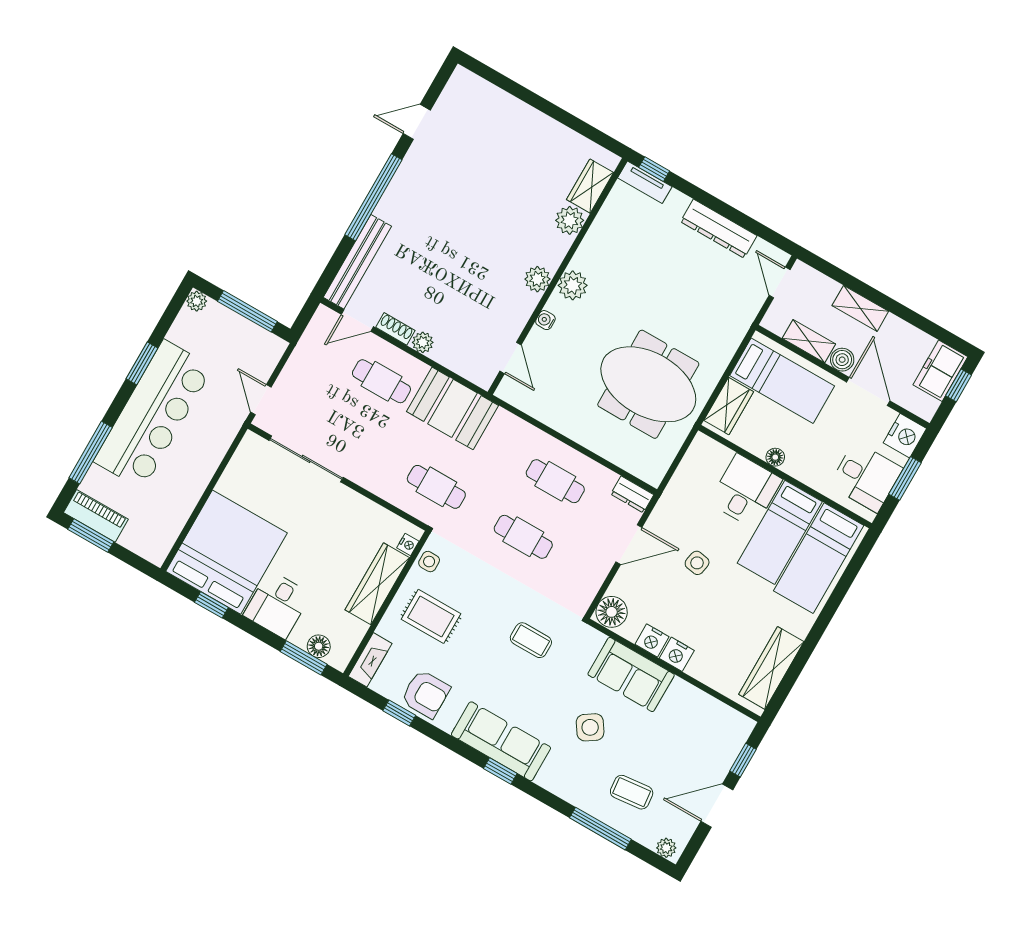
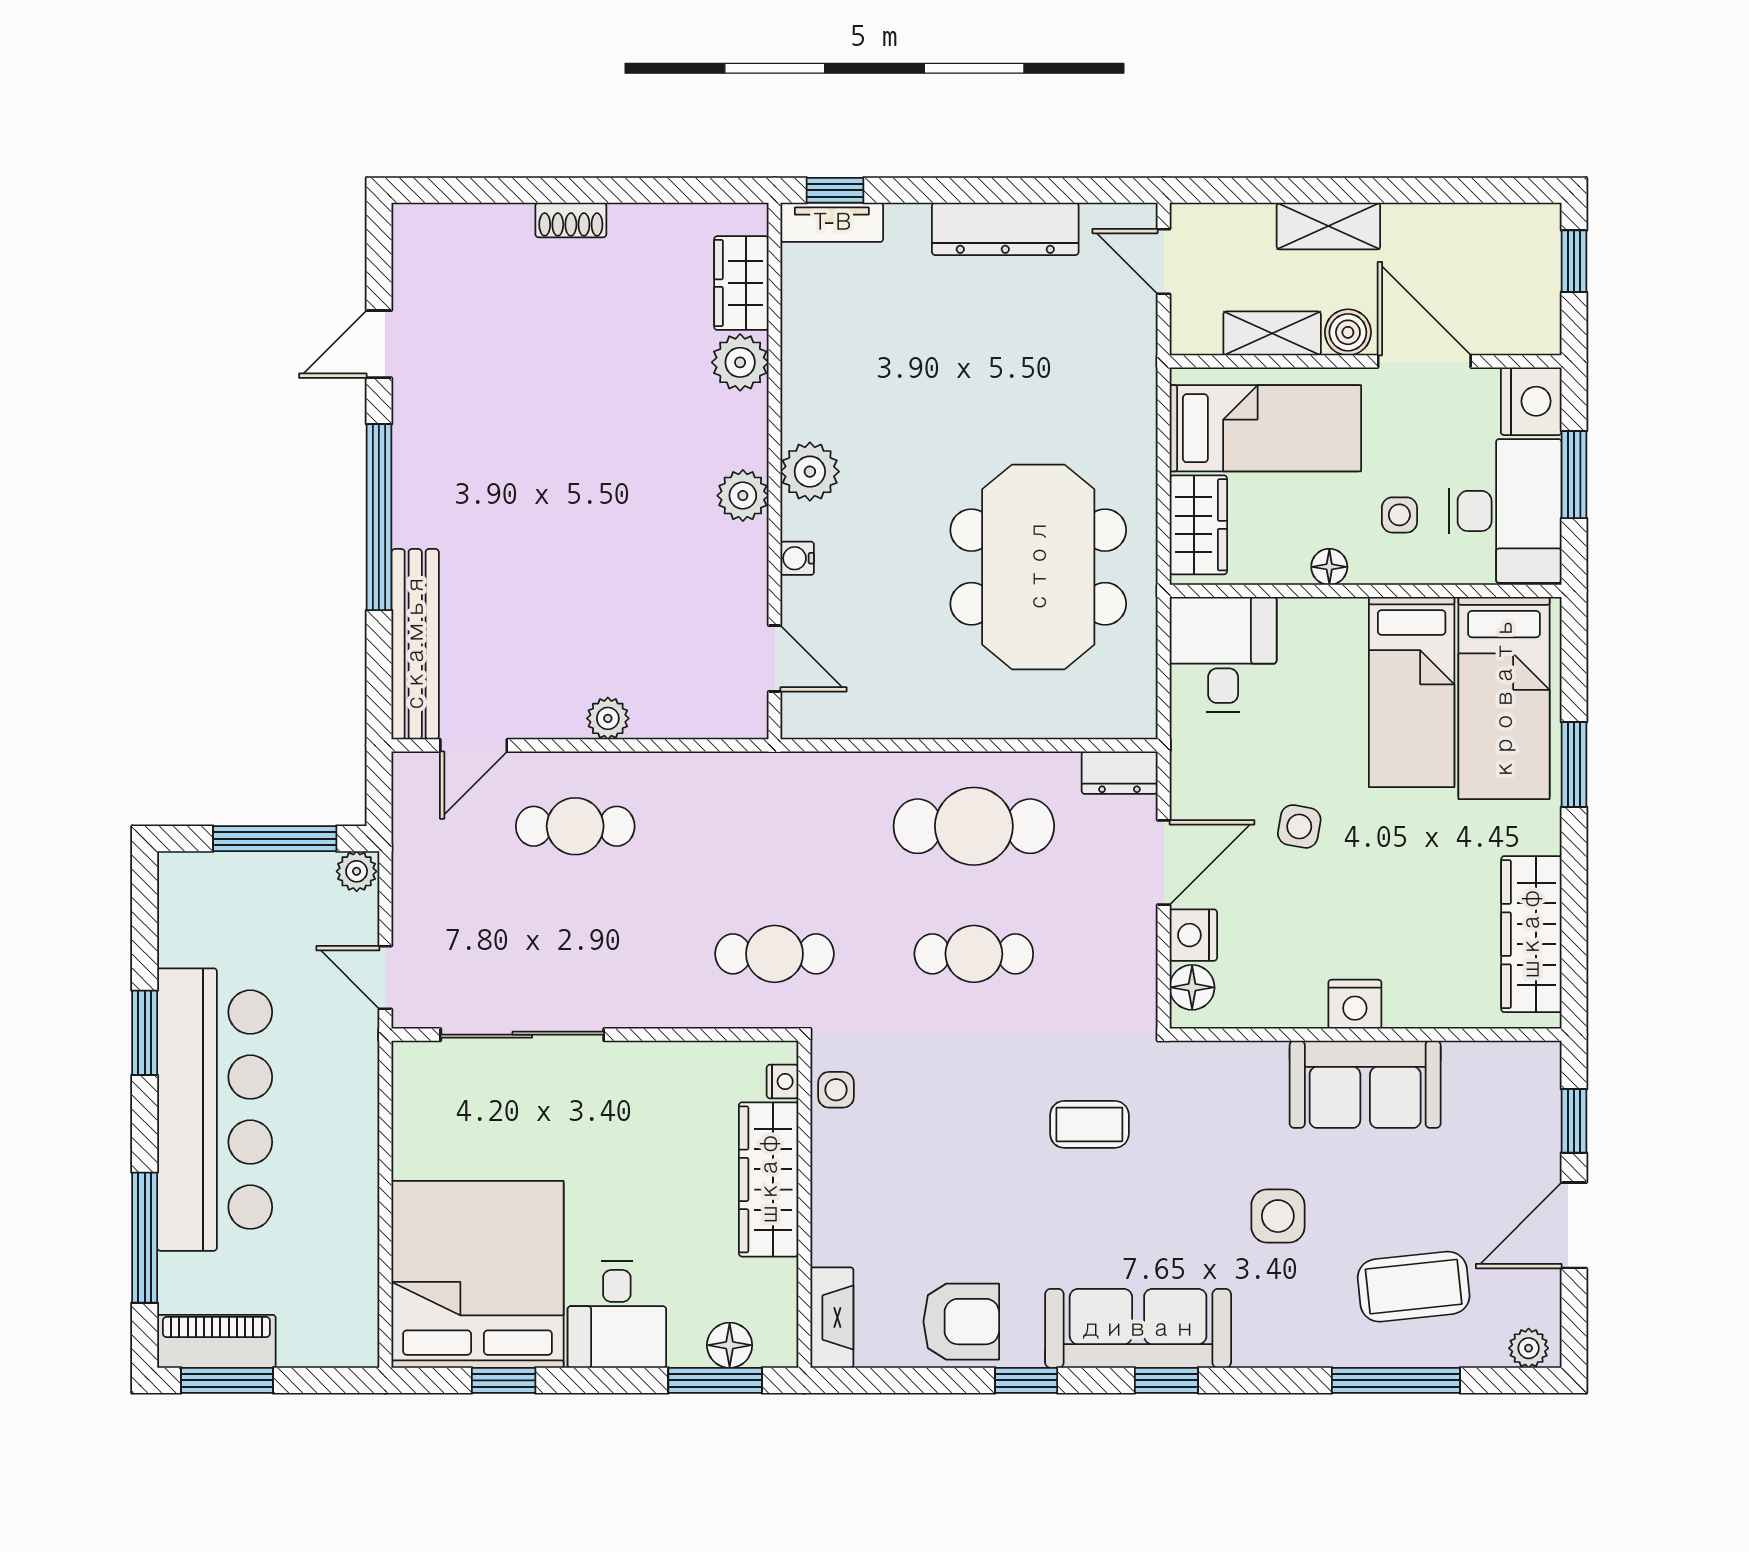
plant: (197, 301) -> (357, 871), moved
shoe rack: (395, 329) -> (571, 220), moved, turned 180
freezer: (940, 371) -> (1528, 254), removed
meeting table: (648, 384) -> (1038, 567), turned 90
booth: (453, 408) -> (725, 803), removed
side table: (819, 452) -> (1399, 515), added
desk: (866, 477) -> (1505, 511), width x1.37
cafe table: (555, 481) -> (974, 826), width x1.37, depth x1.35
desk: (745, 491) -> (1223, 654), moved
window: (832, 605) -> (1574, 764), added
floor lamp: (612, 612) -> (1192, 987), width x0.73, depth x0.73
rug: (431, 616) -> (894, 1183), removed
nightstand: (652, 640) -> (1193, 935), moved, turned 90
sofa: (631, 675) -> (1365, 1084), moved
window: (399, 713) -> (1026, 1380), moved
side table: (590, 727) -> (1278, 1216), turned 33
coffee table: (632, 792) -> (1414, 1287), width x1.36, depth x1.30

